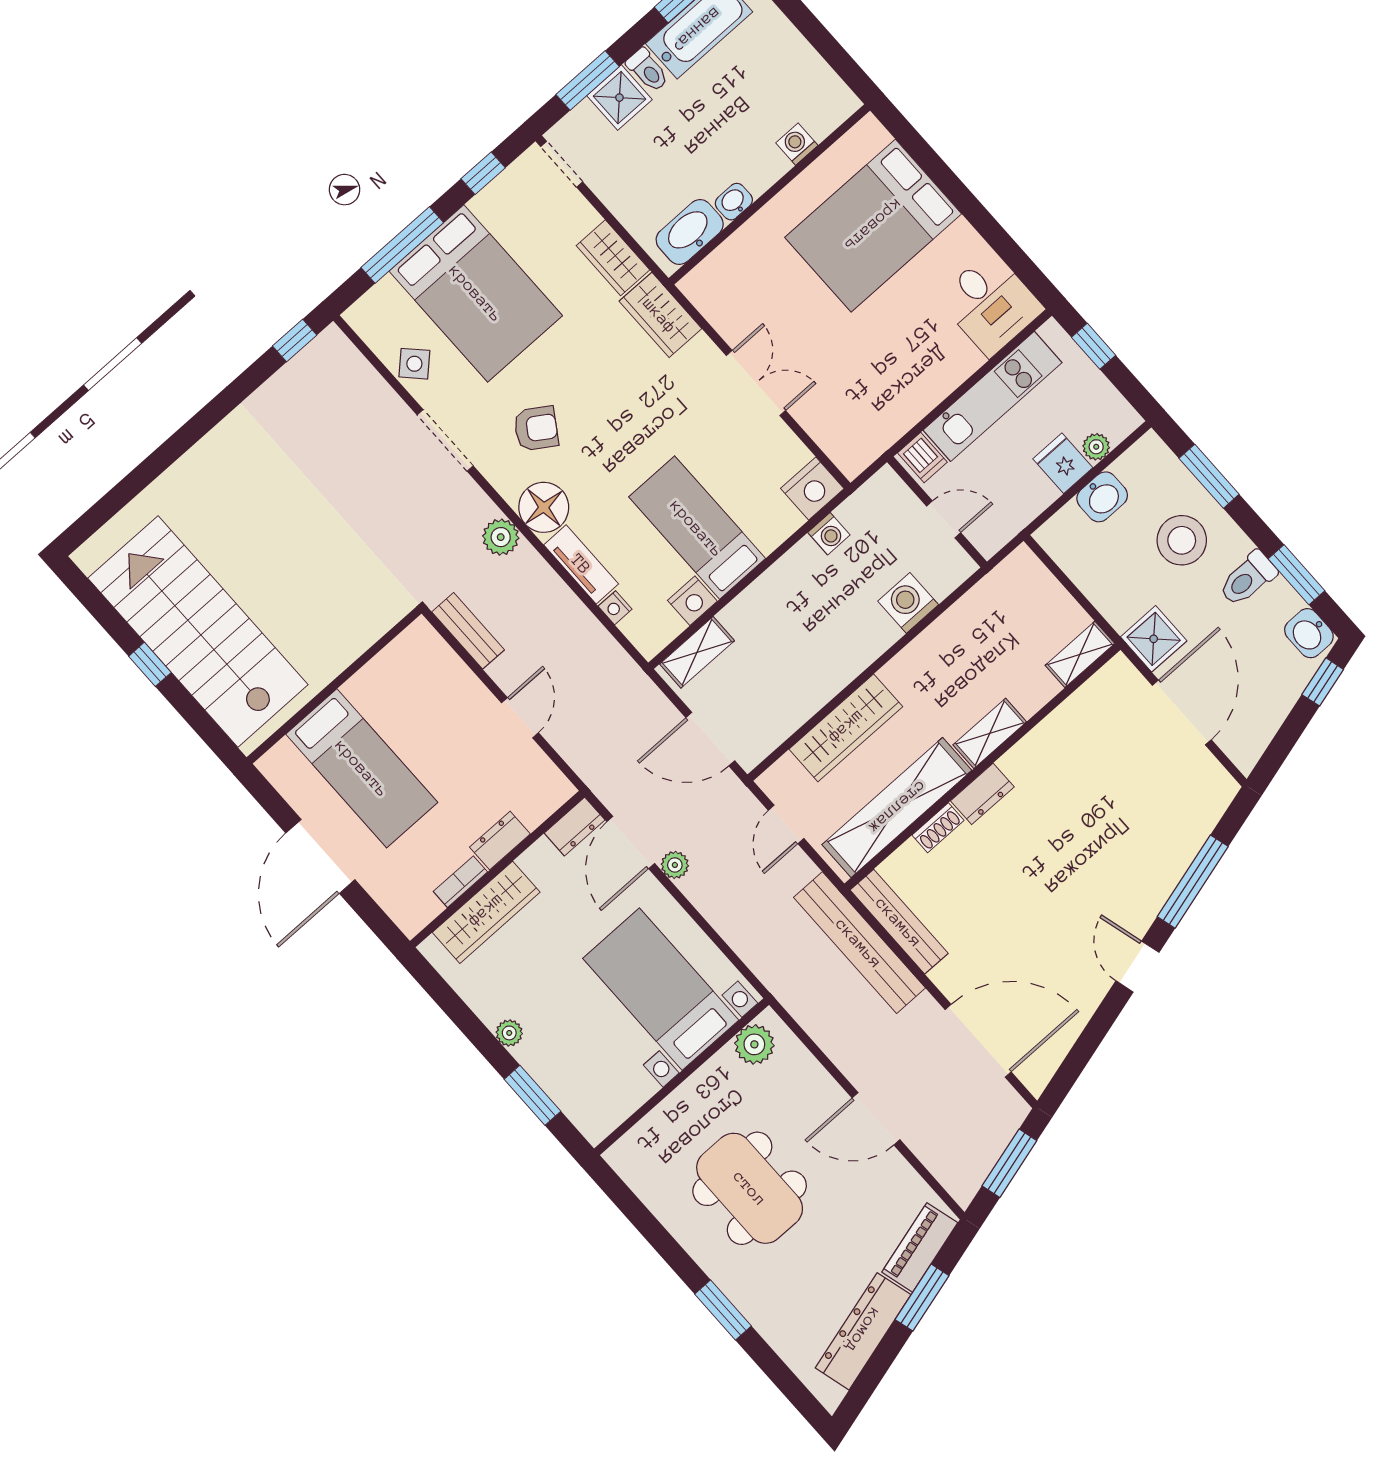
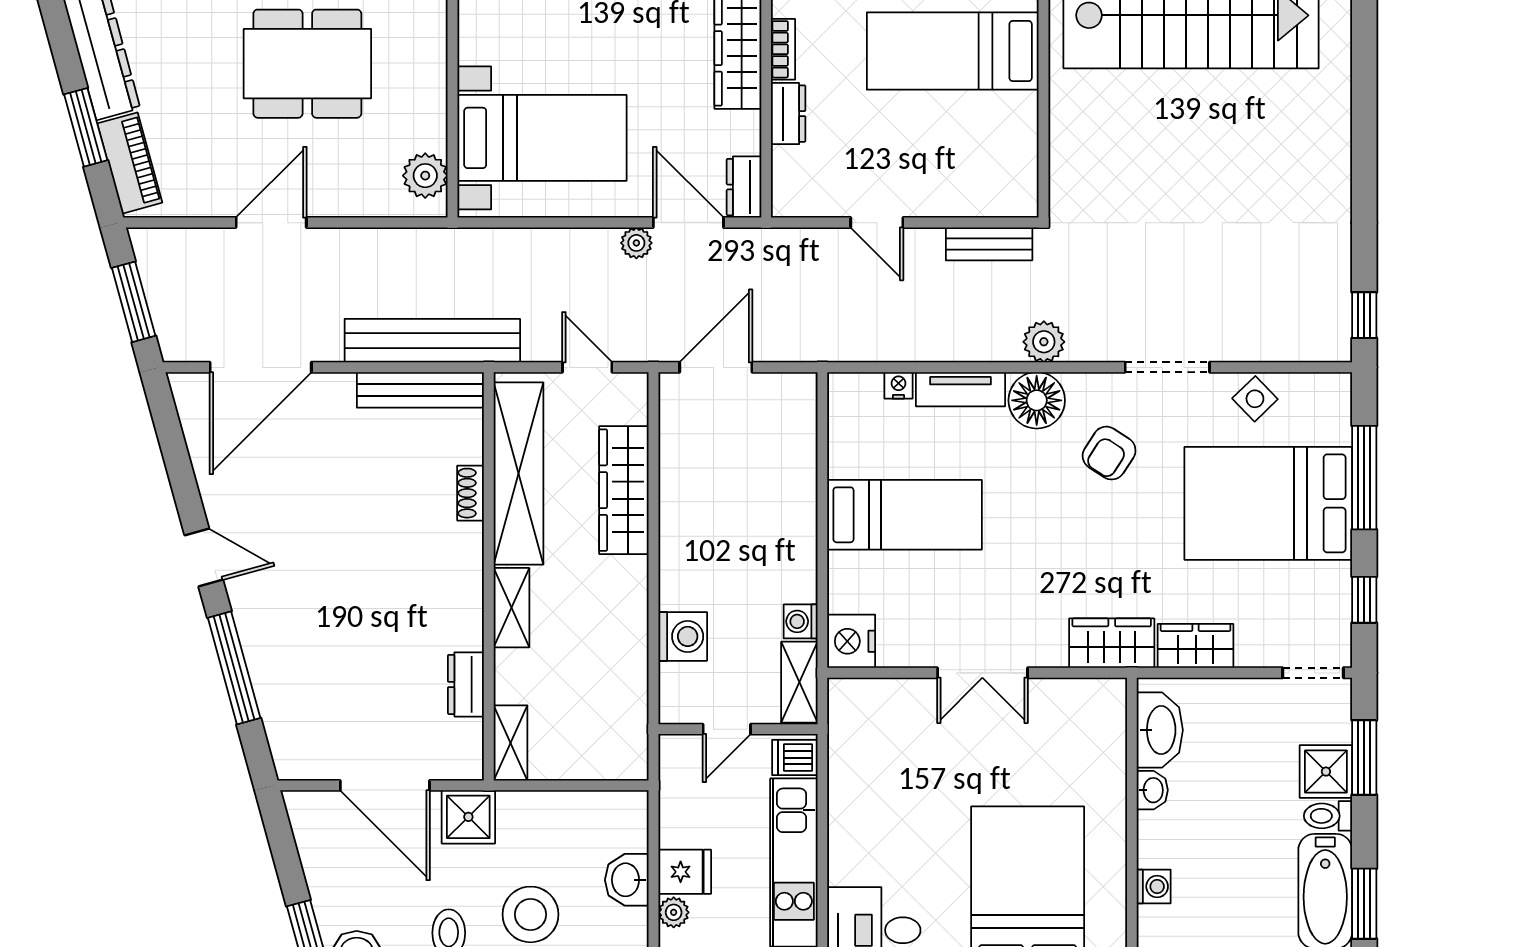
nightstand: (692, 601) -> (846, 456), removed
shelving: (697, 652) -> (799, 682), moved
dresser: (982, 794) -> (466, 684), moved

